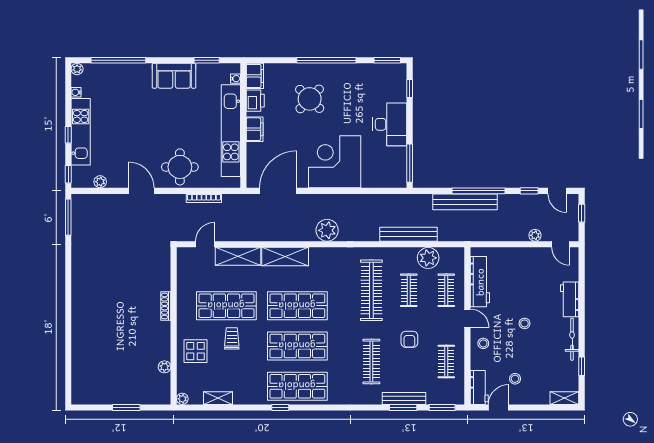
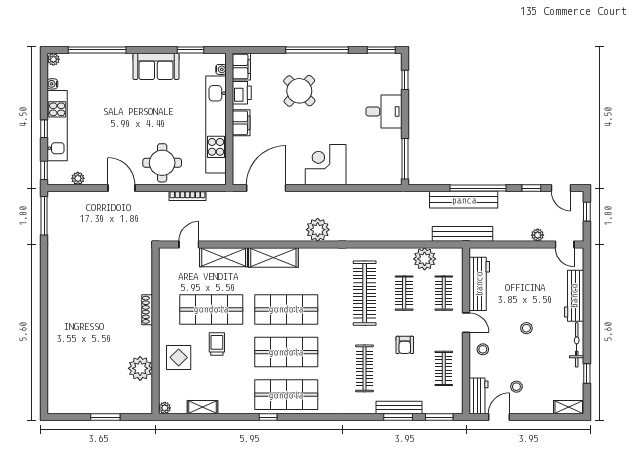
desk: (390, 124) -> (384, 111), width x0.73
corner desk: (335, 162) -> (326, 165), width x0.74, depth x0.74
bench: (409, 234) -> (463, 234), moved
workbench: (570, 299) -> (574, 296), width x1.38
plant: (164, 367) -> (140, 368), width x1.87, depth x1.87

